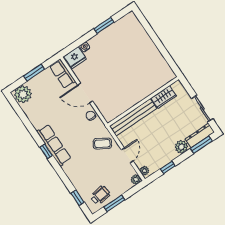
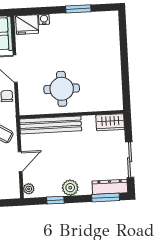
round table: (126, 88) -> (62, 89), added
wardrobe: (164, 97) -> (110, 122), moved
plant: (181, 147) -> (70, 188), moved
plant: (136, 179) -> (14, 193), removed

